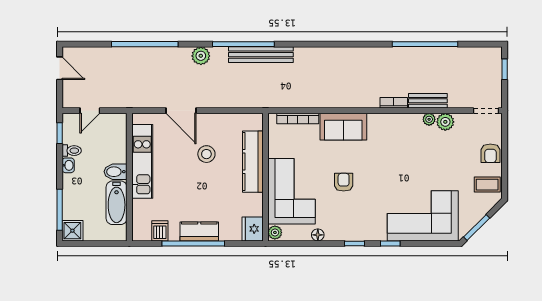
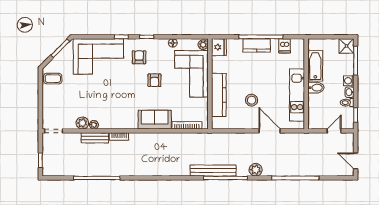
armchair: (490, 153) -> (139, 57), moved
washing machine: (69, 181) -> (349, 81), added

